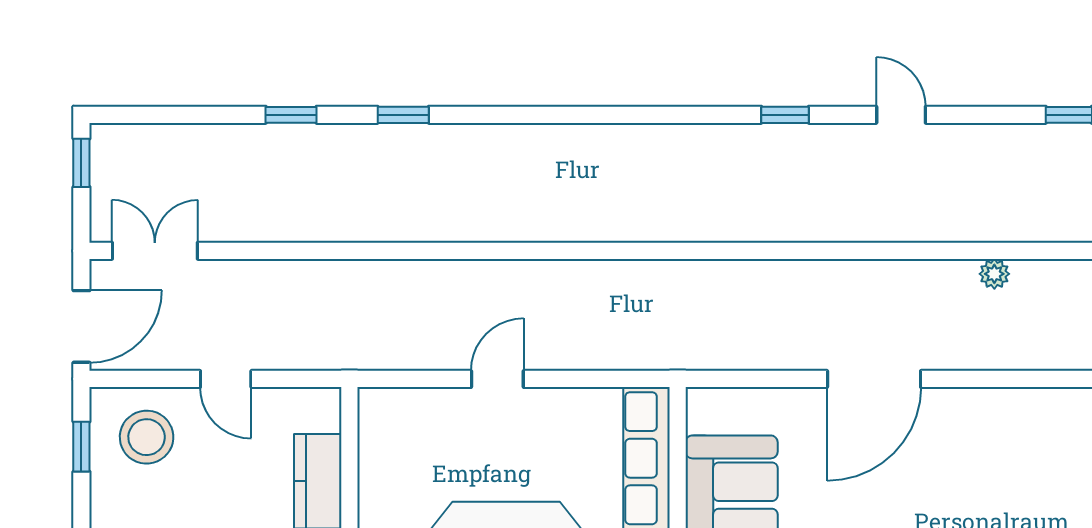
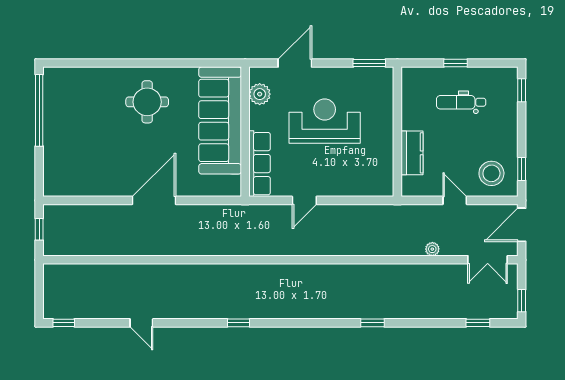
window: (291, 115) -> (478, 323), moved
window: (785, 115) -> (239, 323), moved
plant: (994, 274) -> (432, 249), moved
door: (497, 379) -> (304, 200), moved

